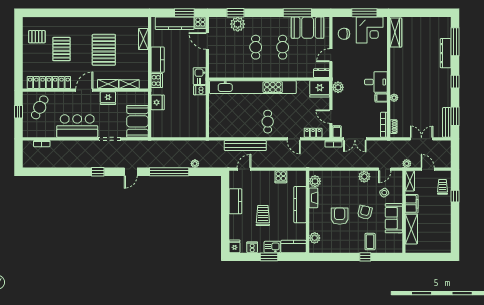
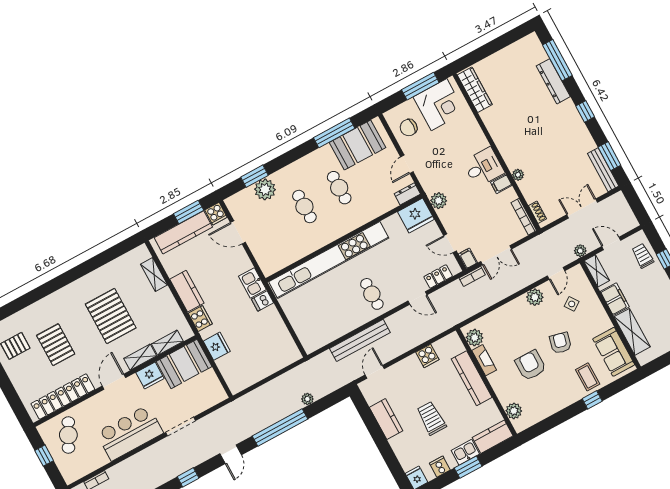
booth: (137, 121) -> (184, 364), moved, turned 90
sofa: (394, 218) -> (614, 352), moved

